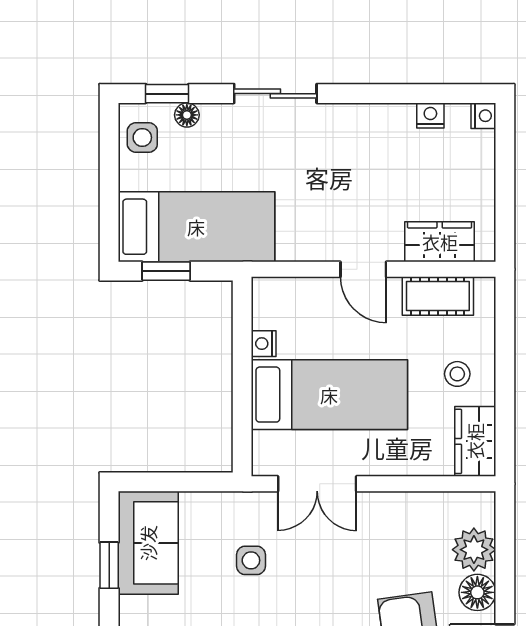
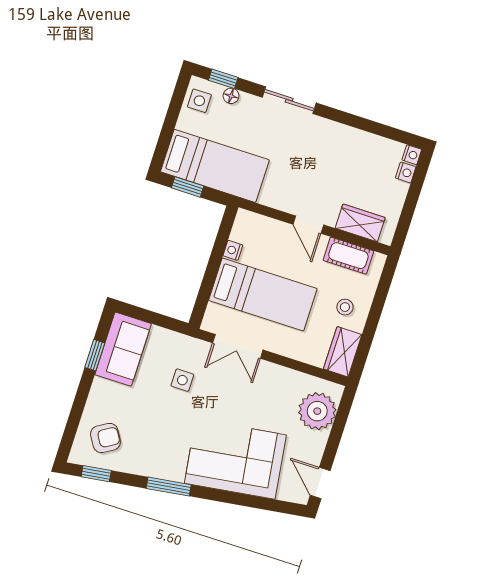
nightstand: (430, 116) -> (406, 172), moved, turned 90
plant: (474, 550) -> (317, 411), width x1.36, depth x1.36
floor lamp: (477, 592) -> (314, 444), removed

